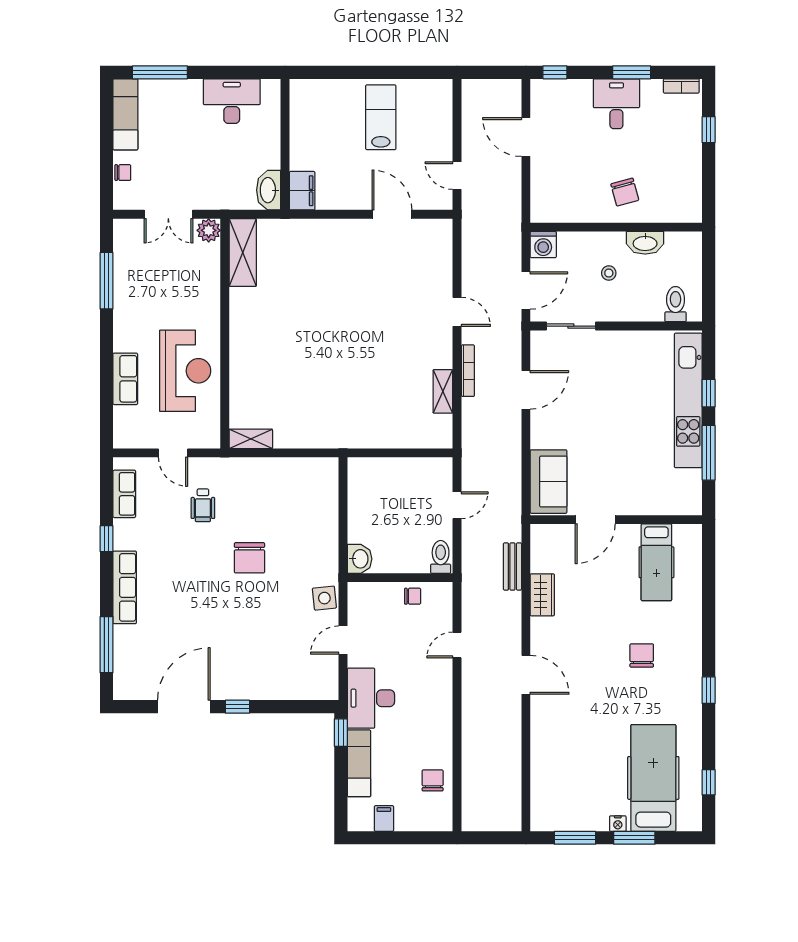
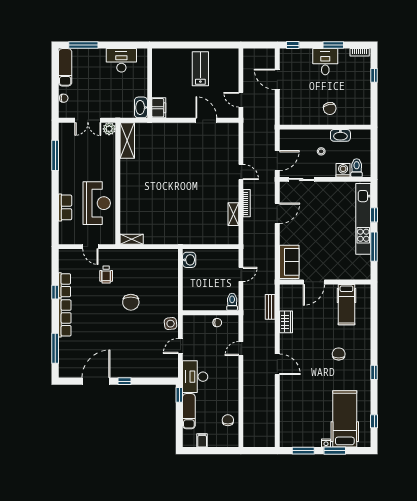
washing machine: (543, 245) -> (343, 170), moved, turned 180
row of seats: (124, 494) -> (64, 285), moved
washbasin: (360, 559) -> (189, 260), moved

